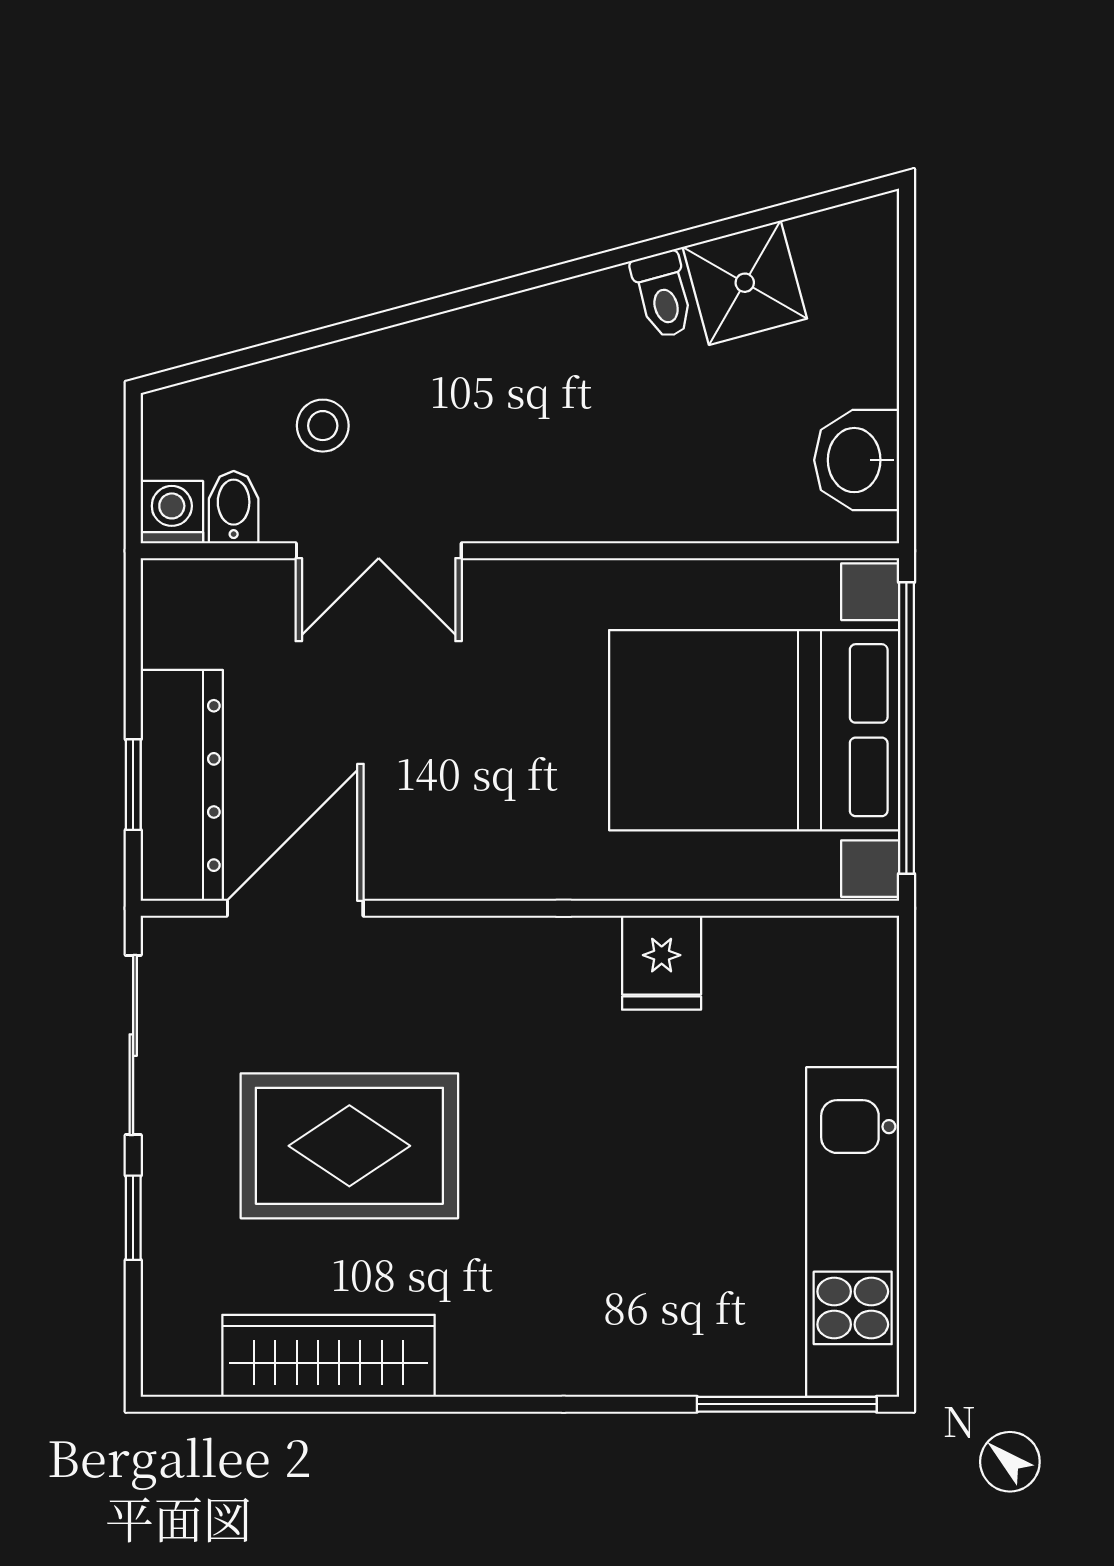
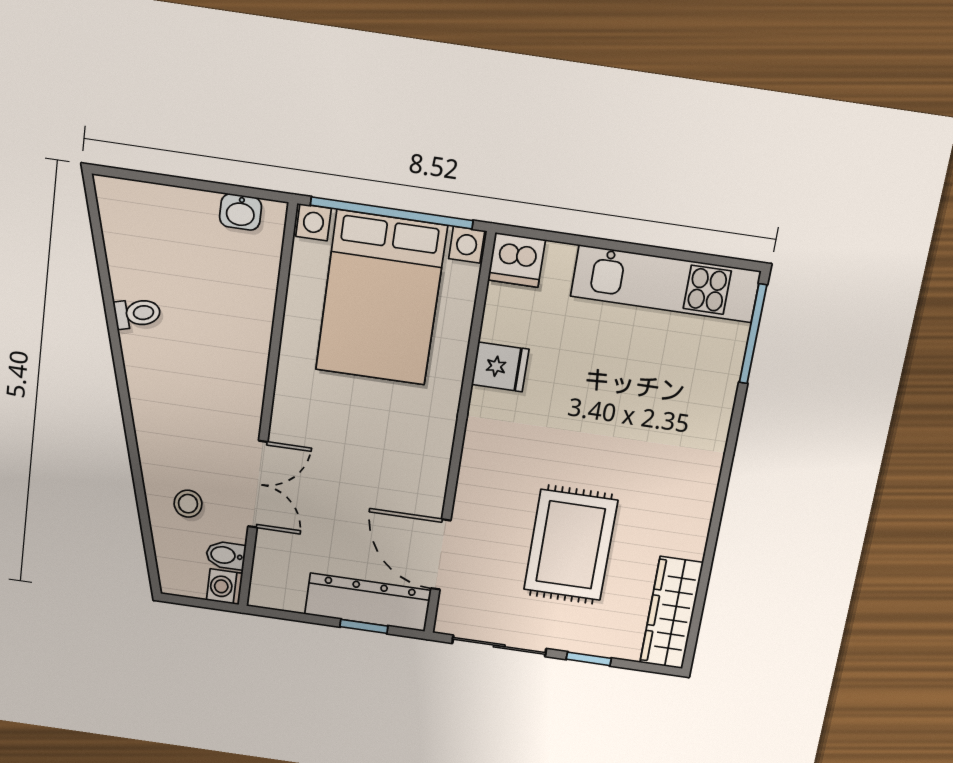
shower: (745, 283) -> (135, 268), removed
washbasin: (857, 460) -> (241, 212), width x0.72, depth x0.69
dishwasher: (856, 961) -> (517, 260), added
wardrobe: (328, 1356) -> (671, 613), moved

